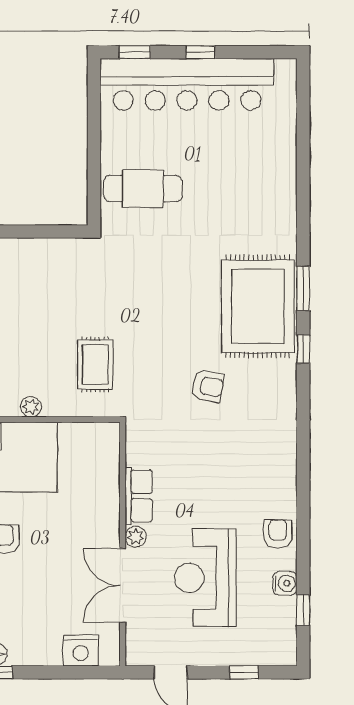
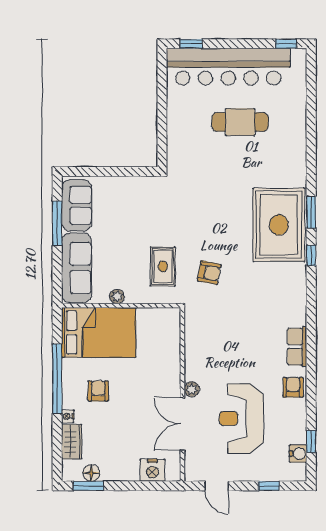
window: (201, 52) -> (286, 44), moved
cafe table: (143, 188) -> (240, 122), moved
armchair: (208, 386) -> (209, 273), moved
row of seats: (139, 496) -> (297, 347), moved, turned 180
water cooler: (285, 583) -> (298, 454), moved

